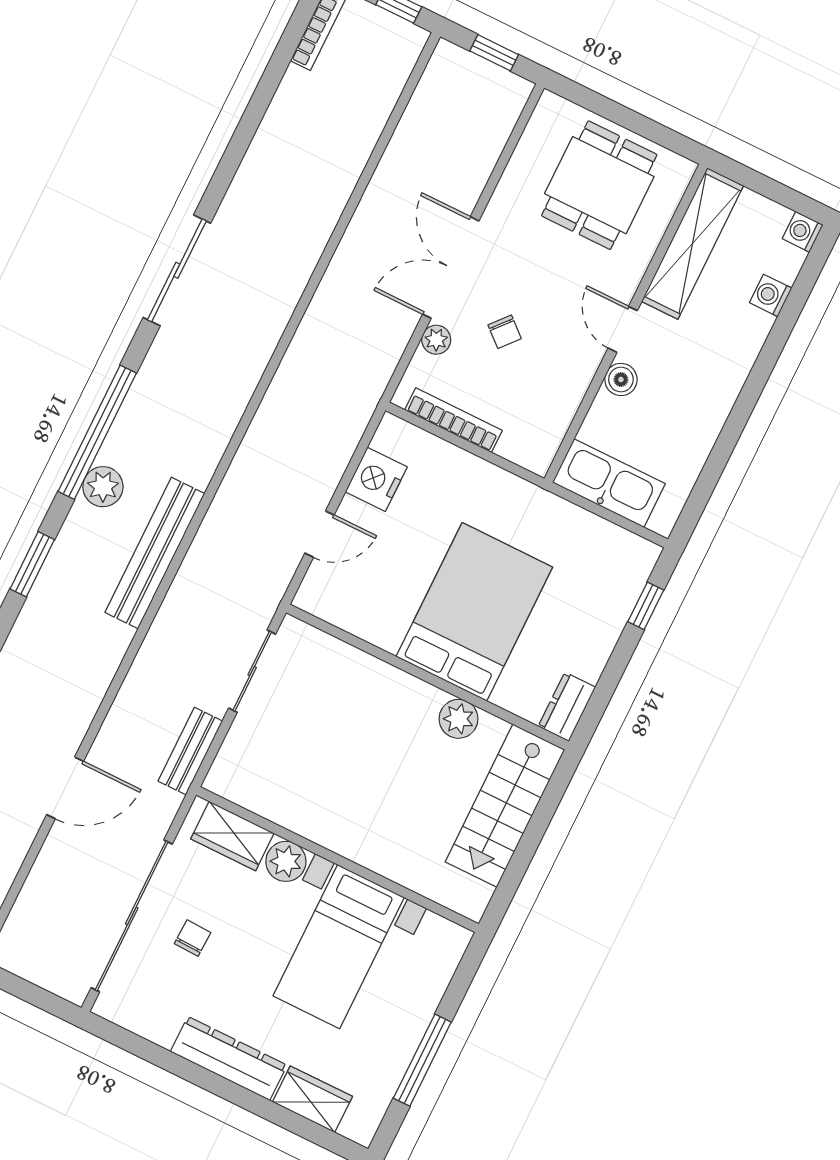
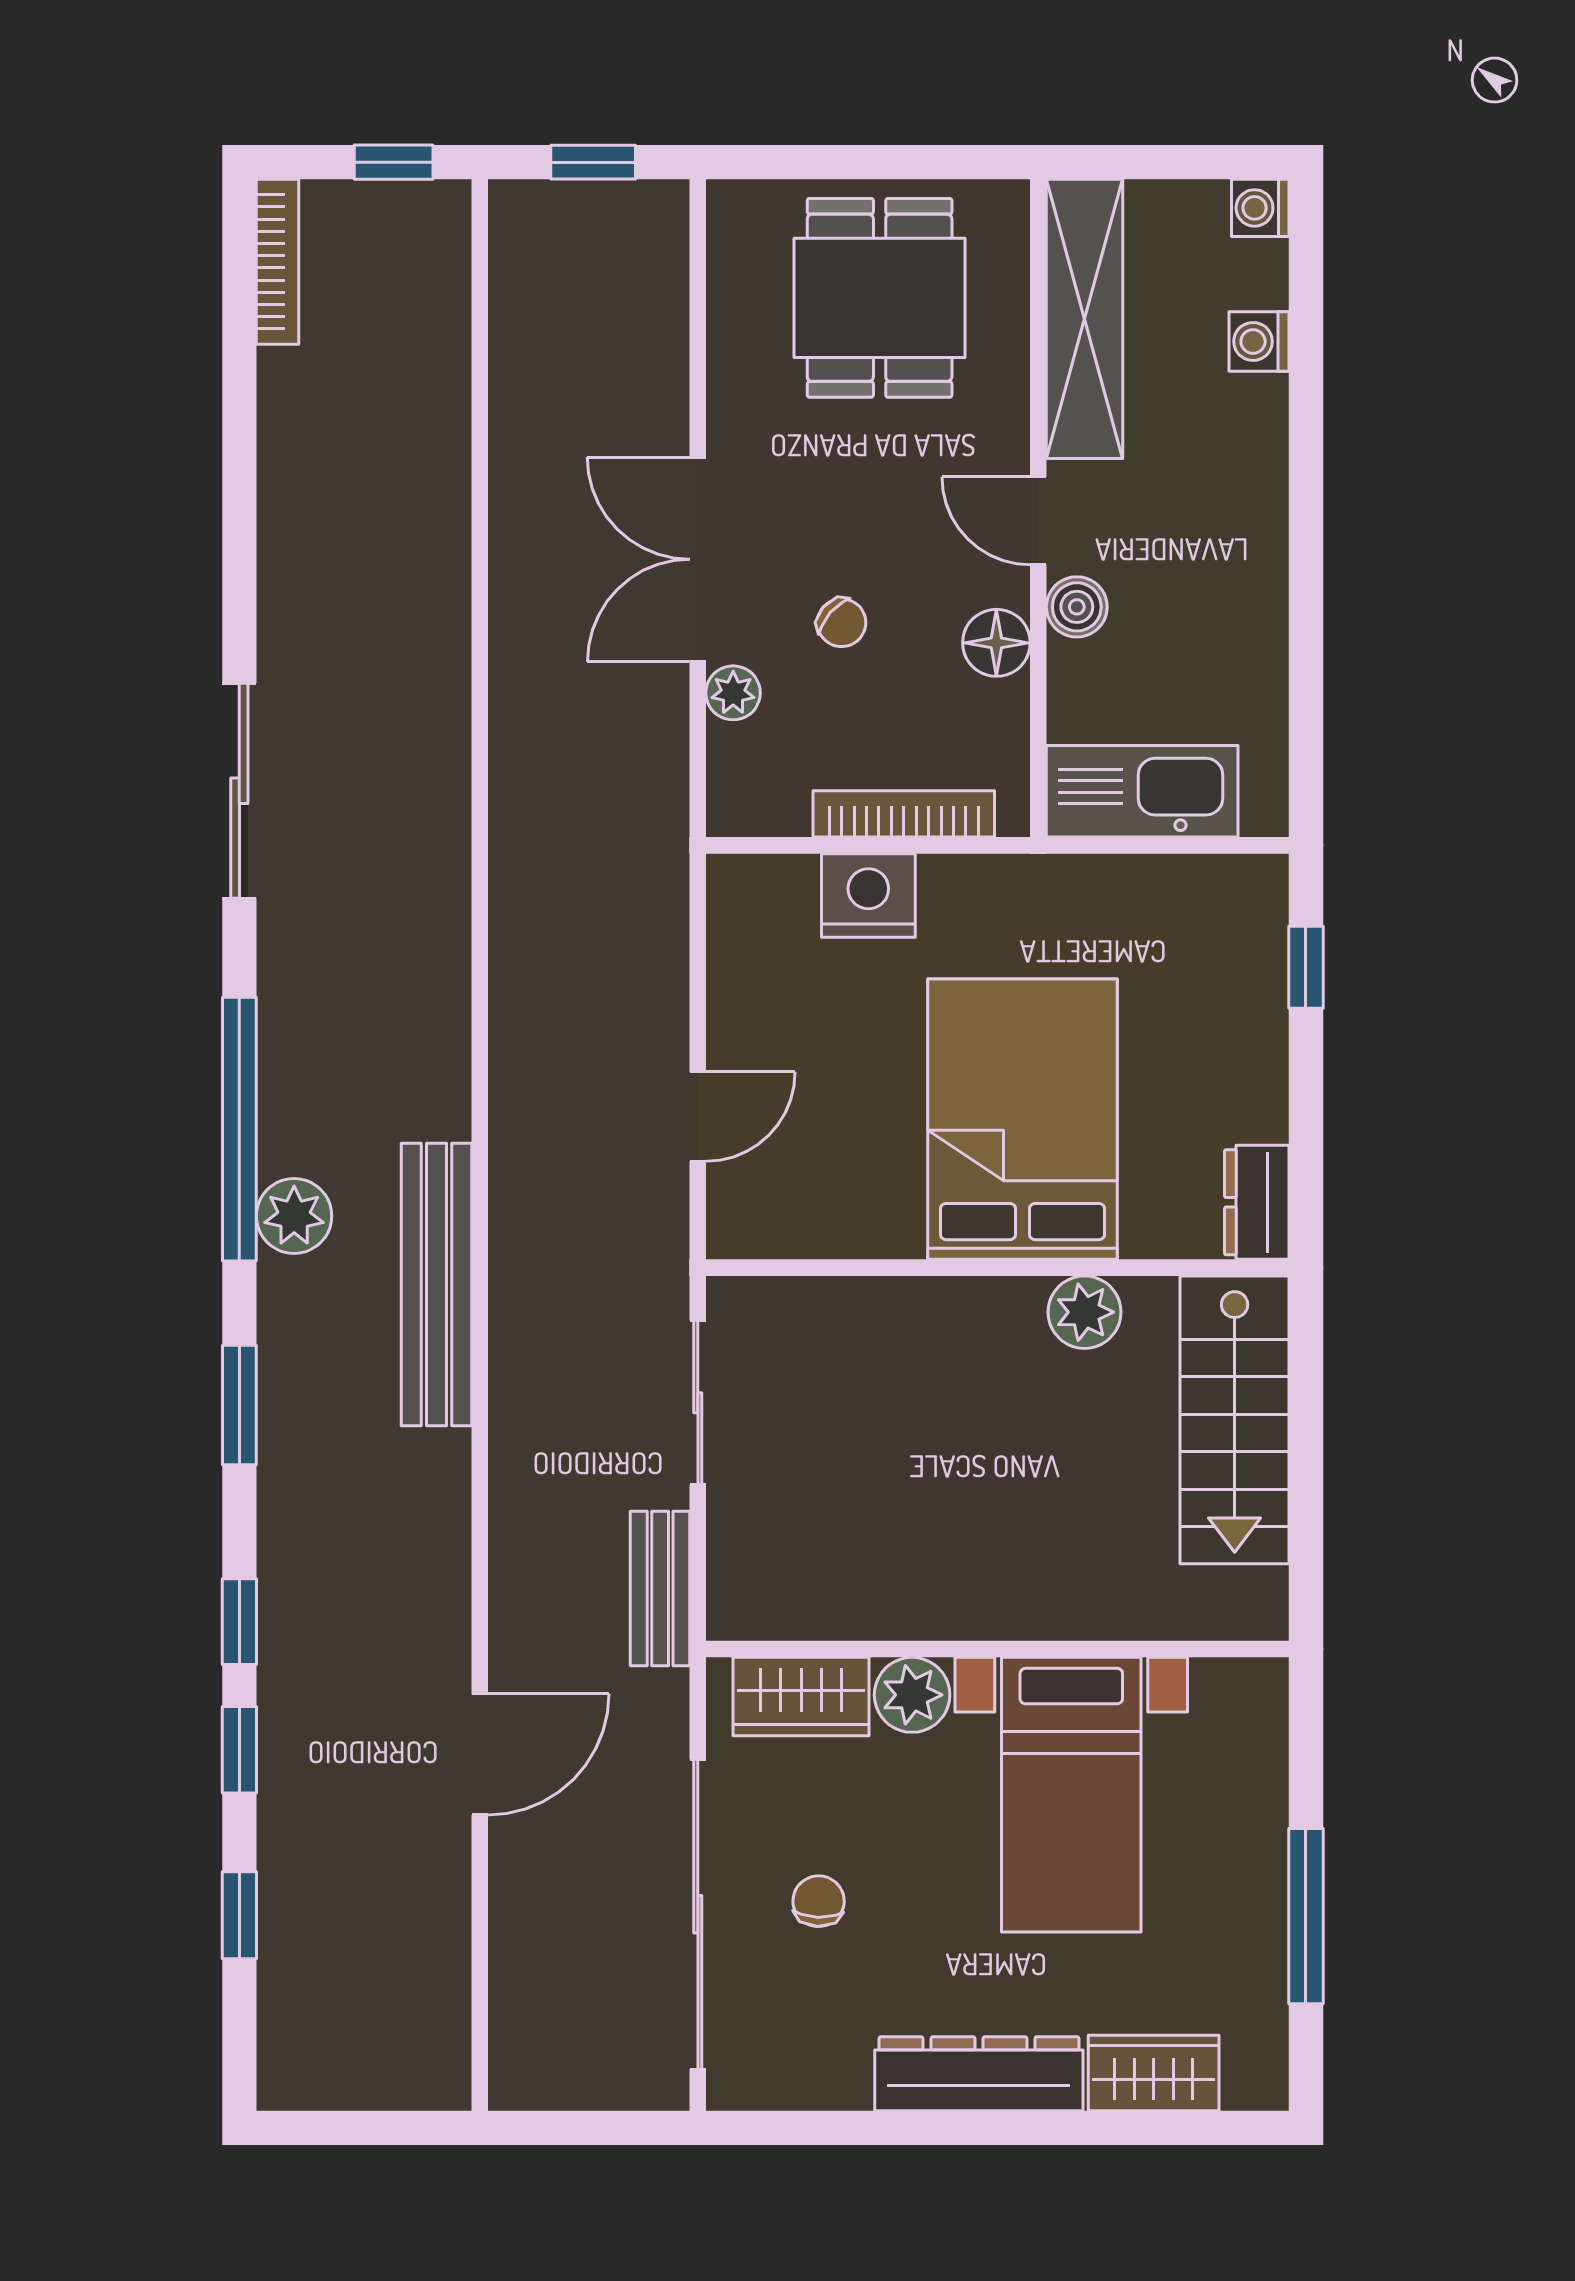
floor lamp: (574, 378) -> (996, 643), added
bookcase: (454, 420) -> (904, 814), moved
nightstand: (376, 479) -> (868, 895), moved, turned 90

